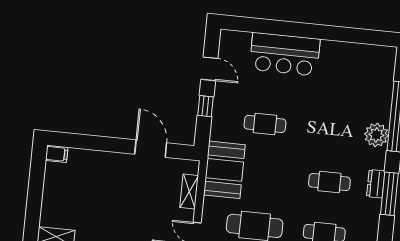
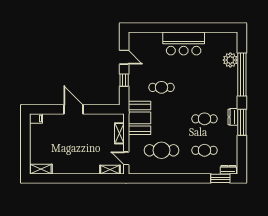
bar counter: (285, 54) -> (184, 43), moved
plant: (376, 135) -> (230, 60), moved
door: (151, 149) -> (74, 109), moved

